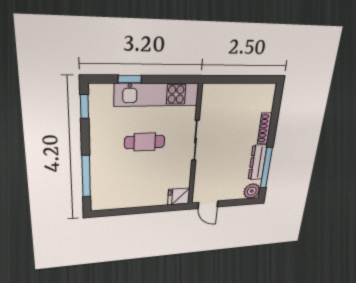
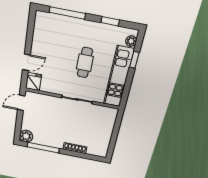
plant: (105, 90) -> (131, 41), added
window: (84, 106) -> (110, 21), moved
dresser: (258, 162) -> (49, 142), removed
door: (156, 209) -> (26, 62), added

